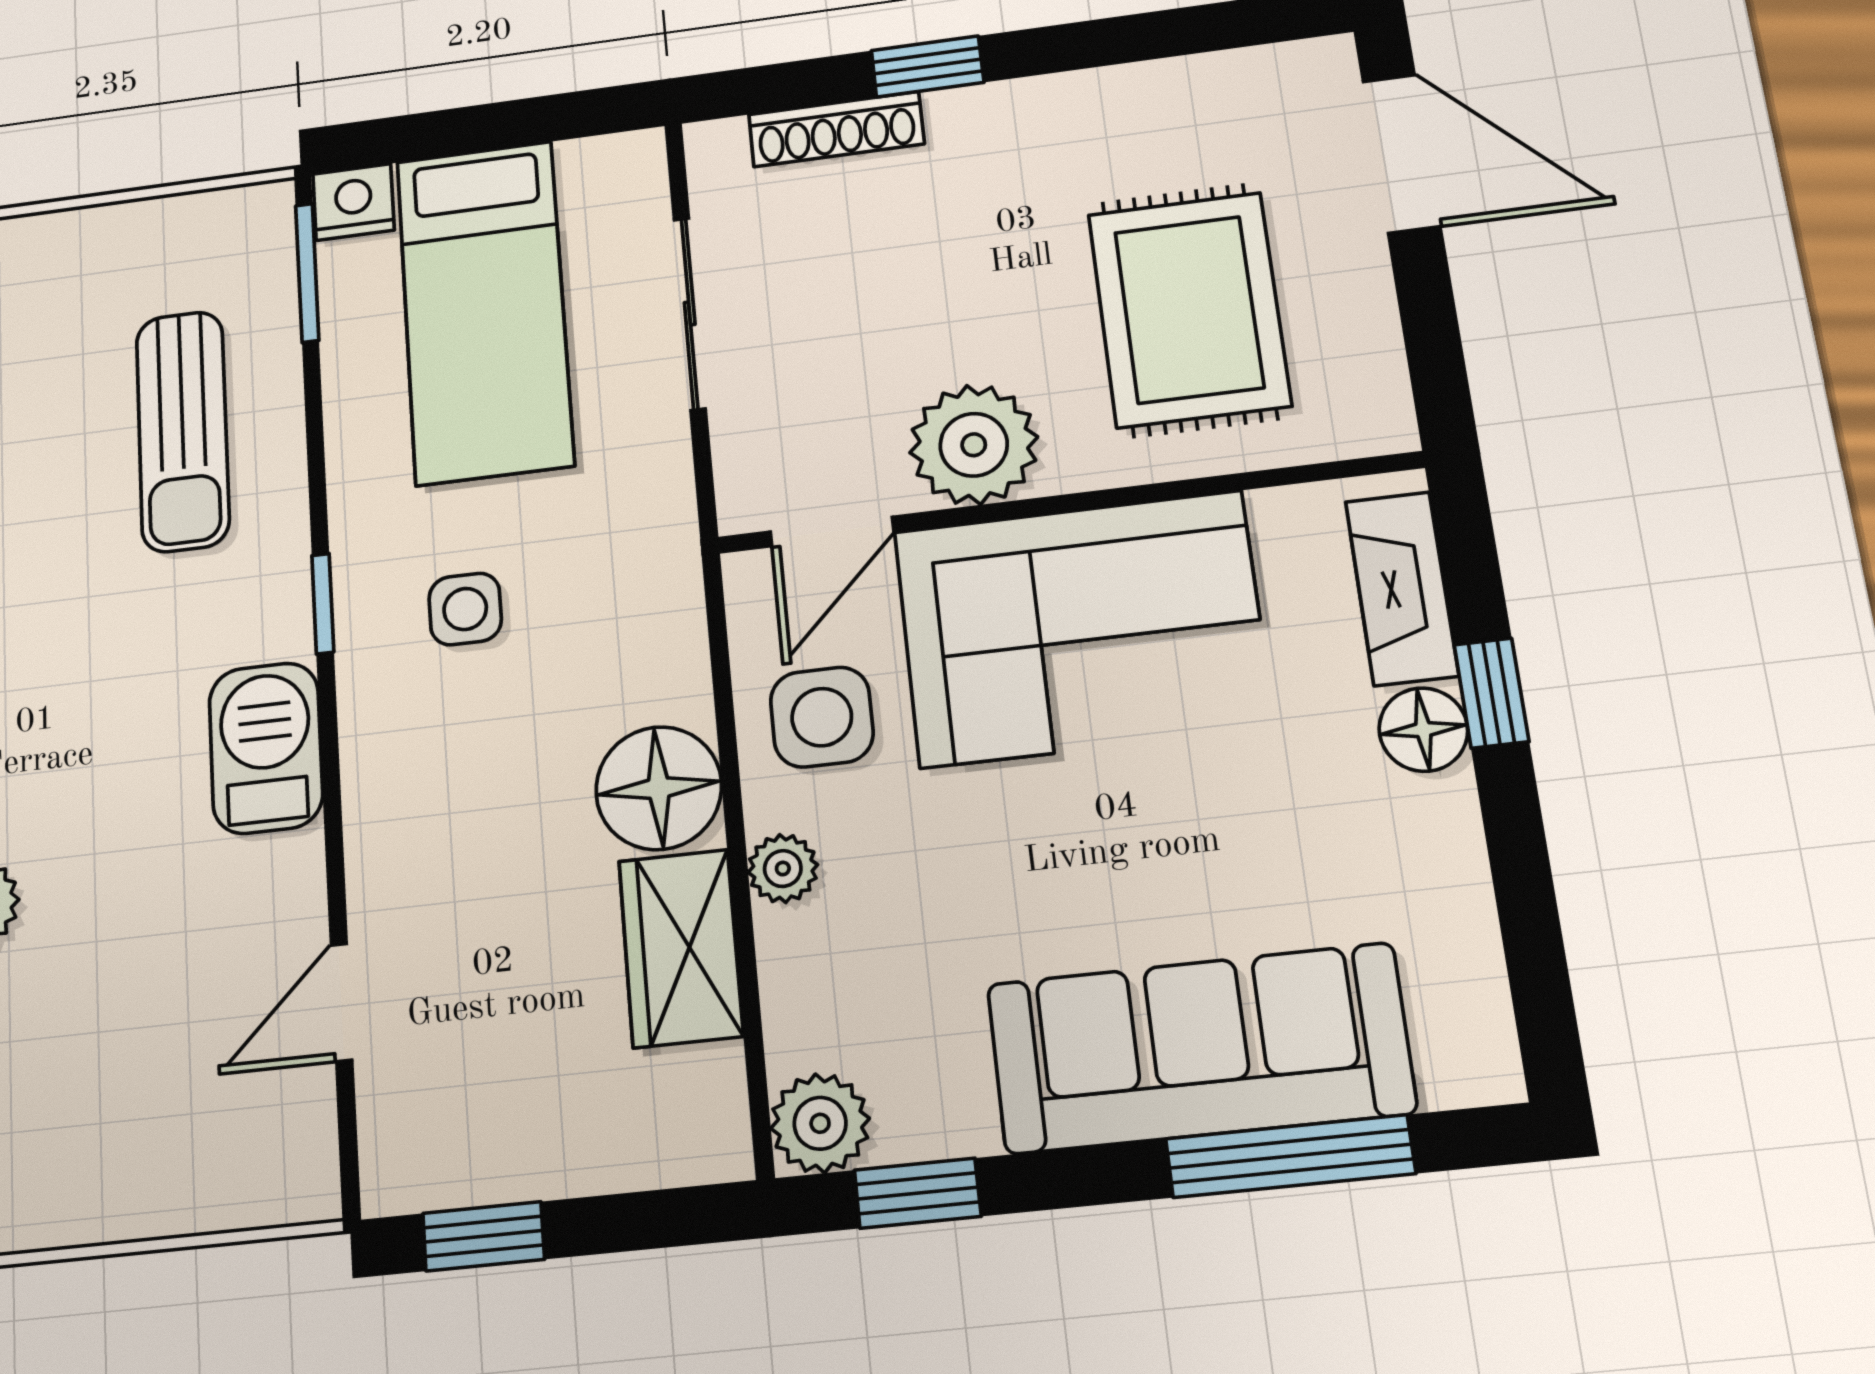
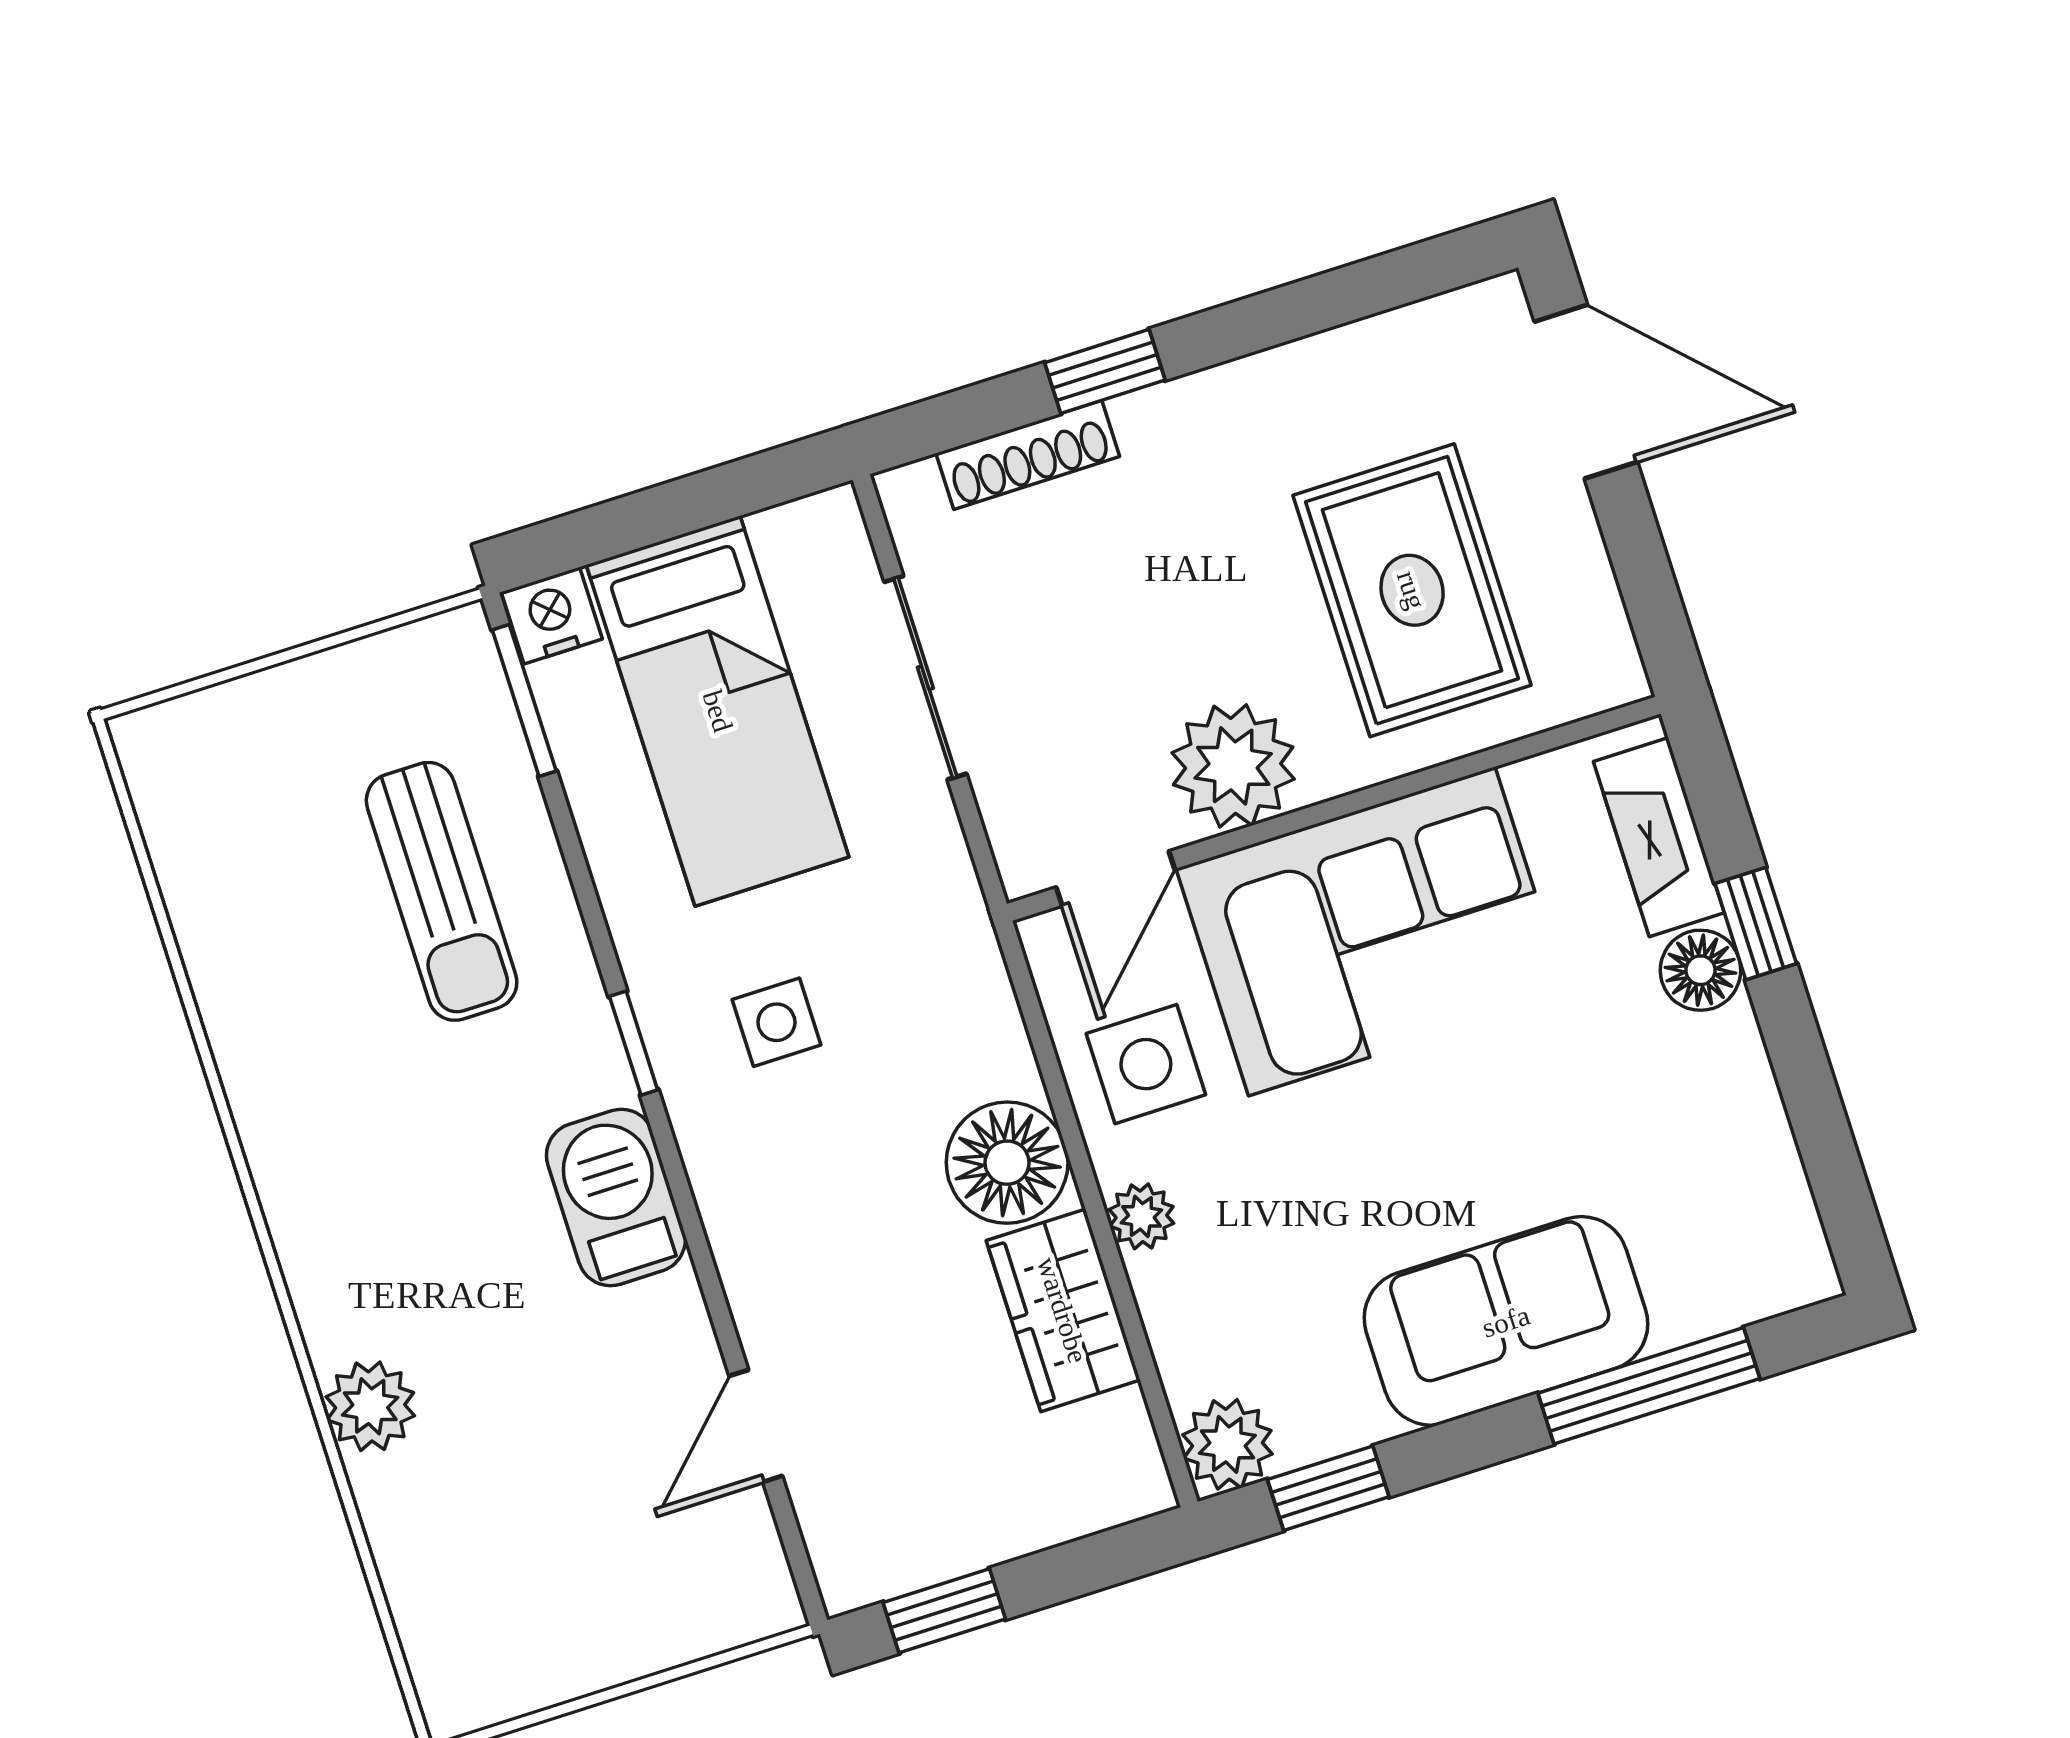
sofa: (1200, 1048) -> (1506, 1321), width x0.73

